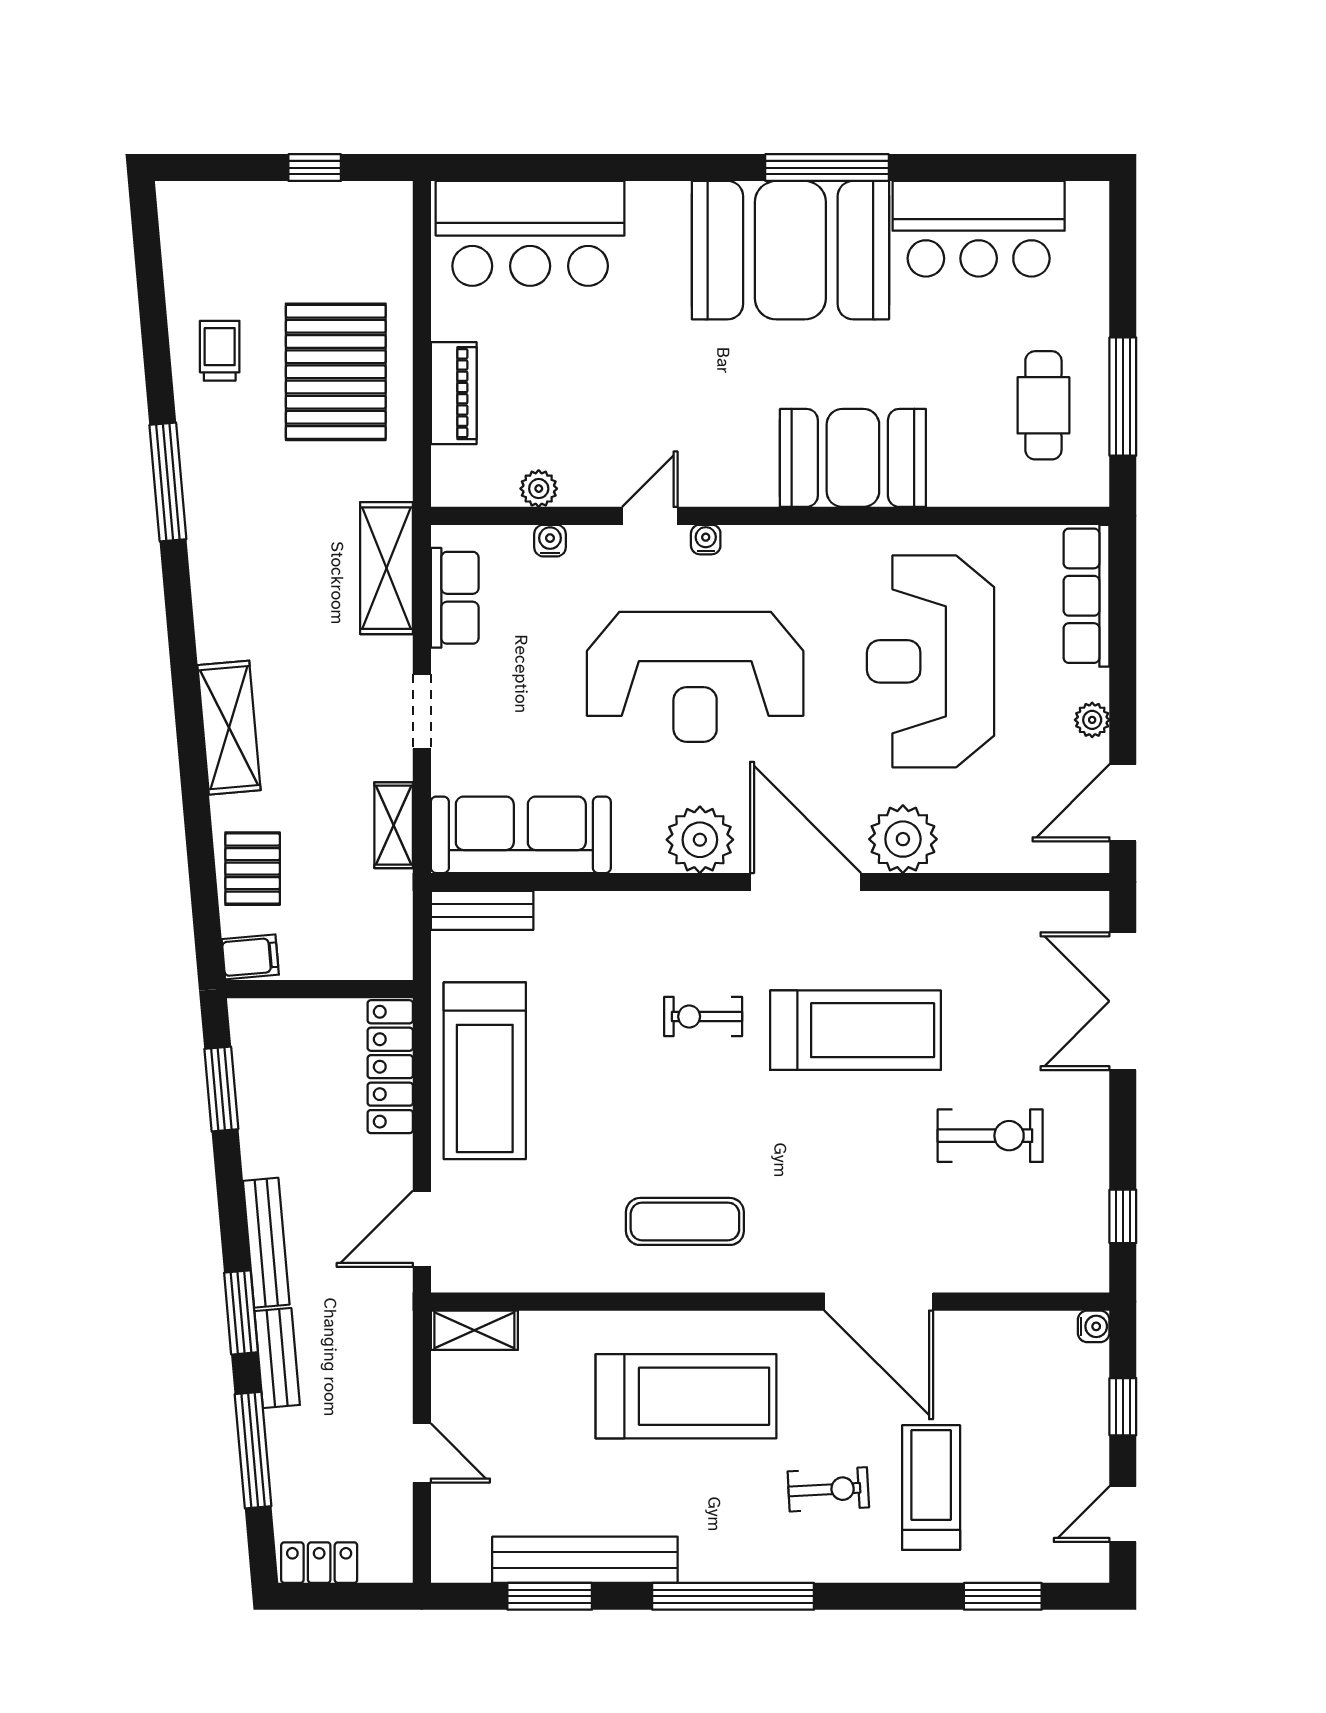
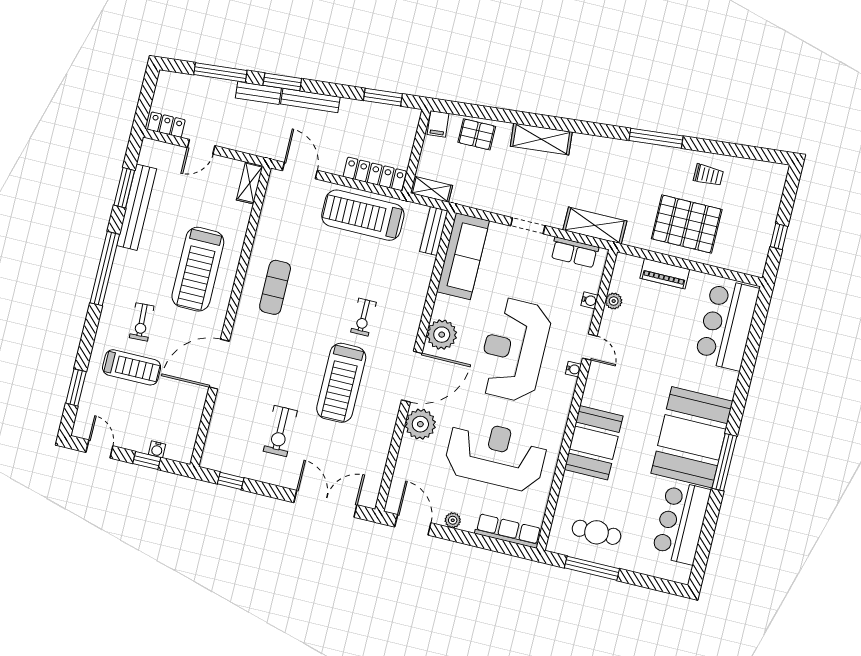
shelving: (394, 825) -> (432, 189), moved
exercise bike: (703, 1017) -> (363, 317), turned 180
water cooler: (1094, 1326) -> (157, 449), moved
locker: (319, 1563) -> (166, 125), moved, turned -90

